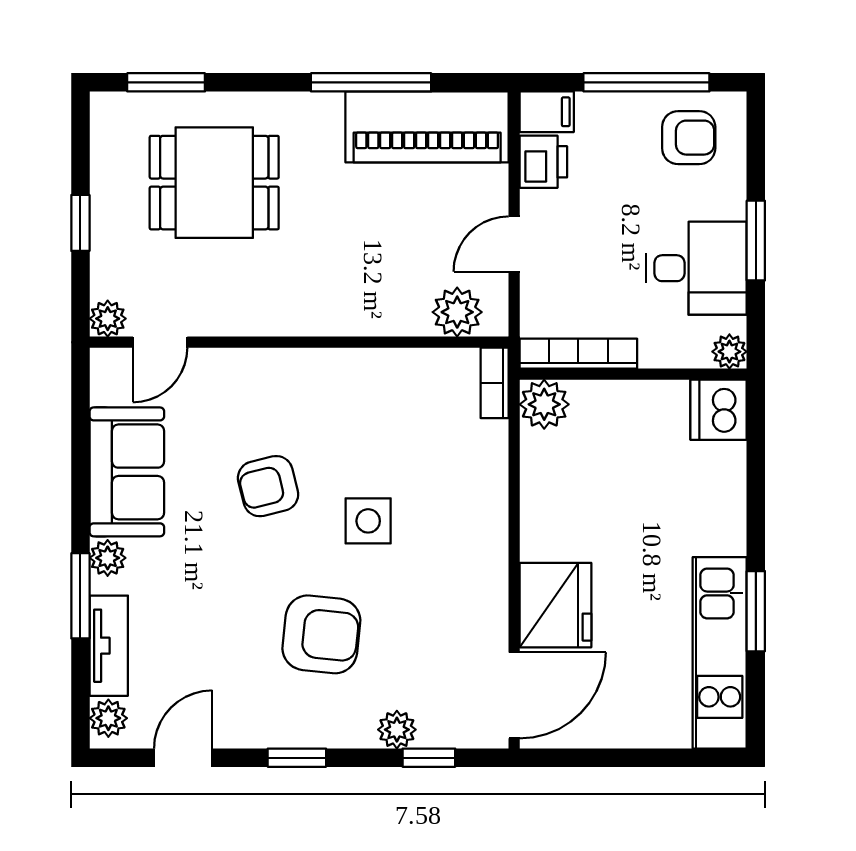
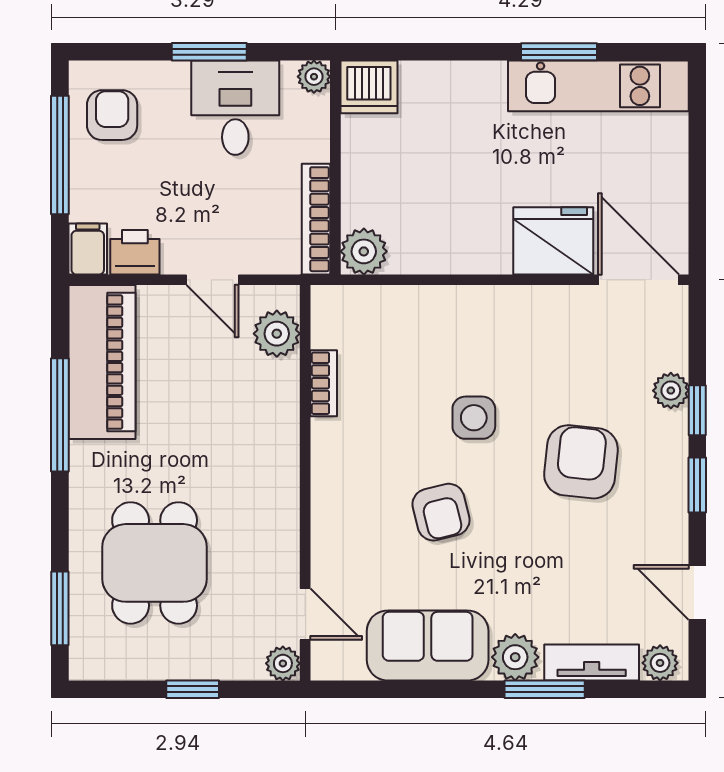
bookcase: (495, 383) -> (324, 383), moved, turned -90
plant: (108, 558) -> (515, 657), width x1.38, depth x1.38
window: (429, 758) -> (697, 410), moved

